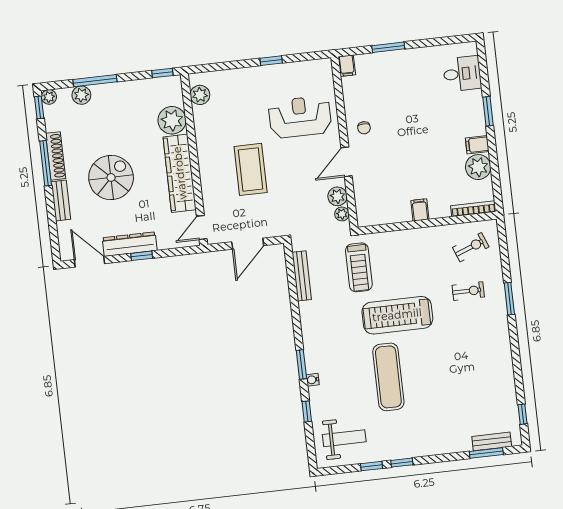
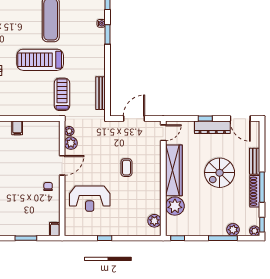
coffee table: (251, 169) -> (126, 168), width x0.54, depth x0.58
treadmill: (397, 315) -> (40, 60), turned 180

